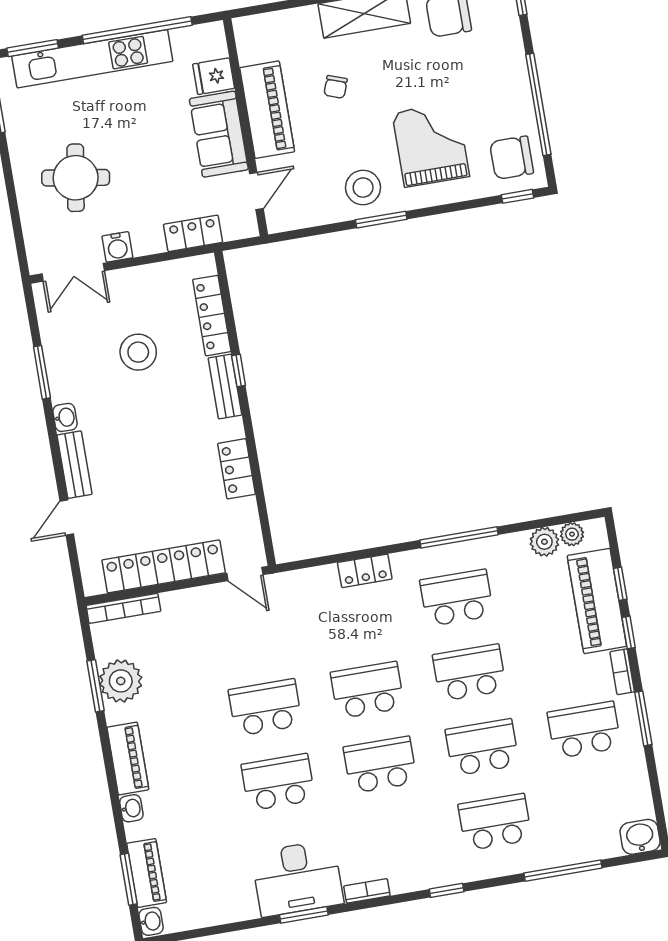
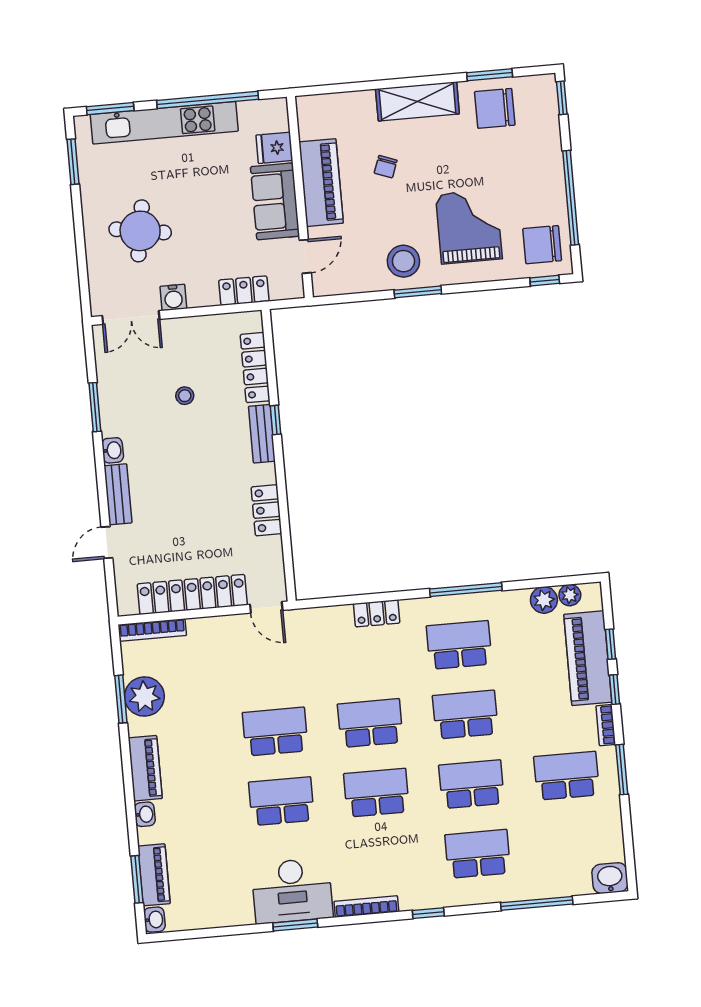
stool: (138, 352) -> (185, 396), width x0.53, depth x0.53
bookcase: (367, 891) -> (366, 907), width x1.56

